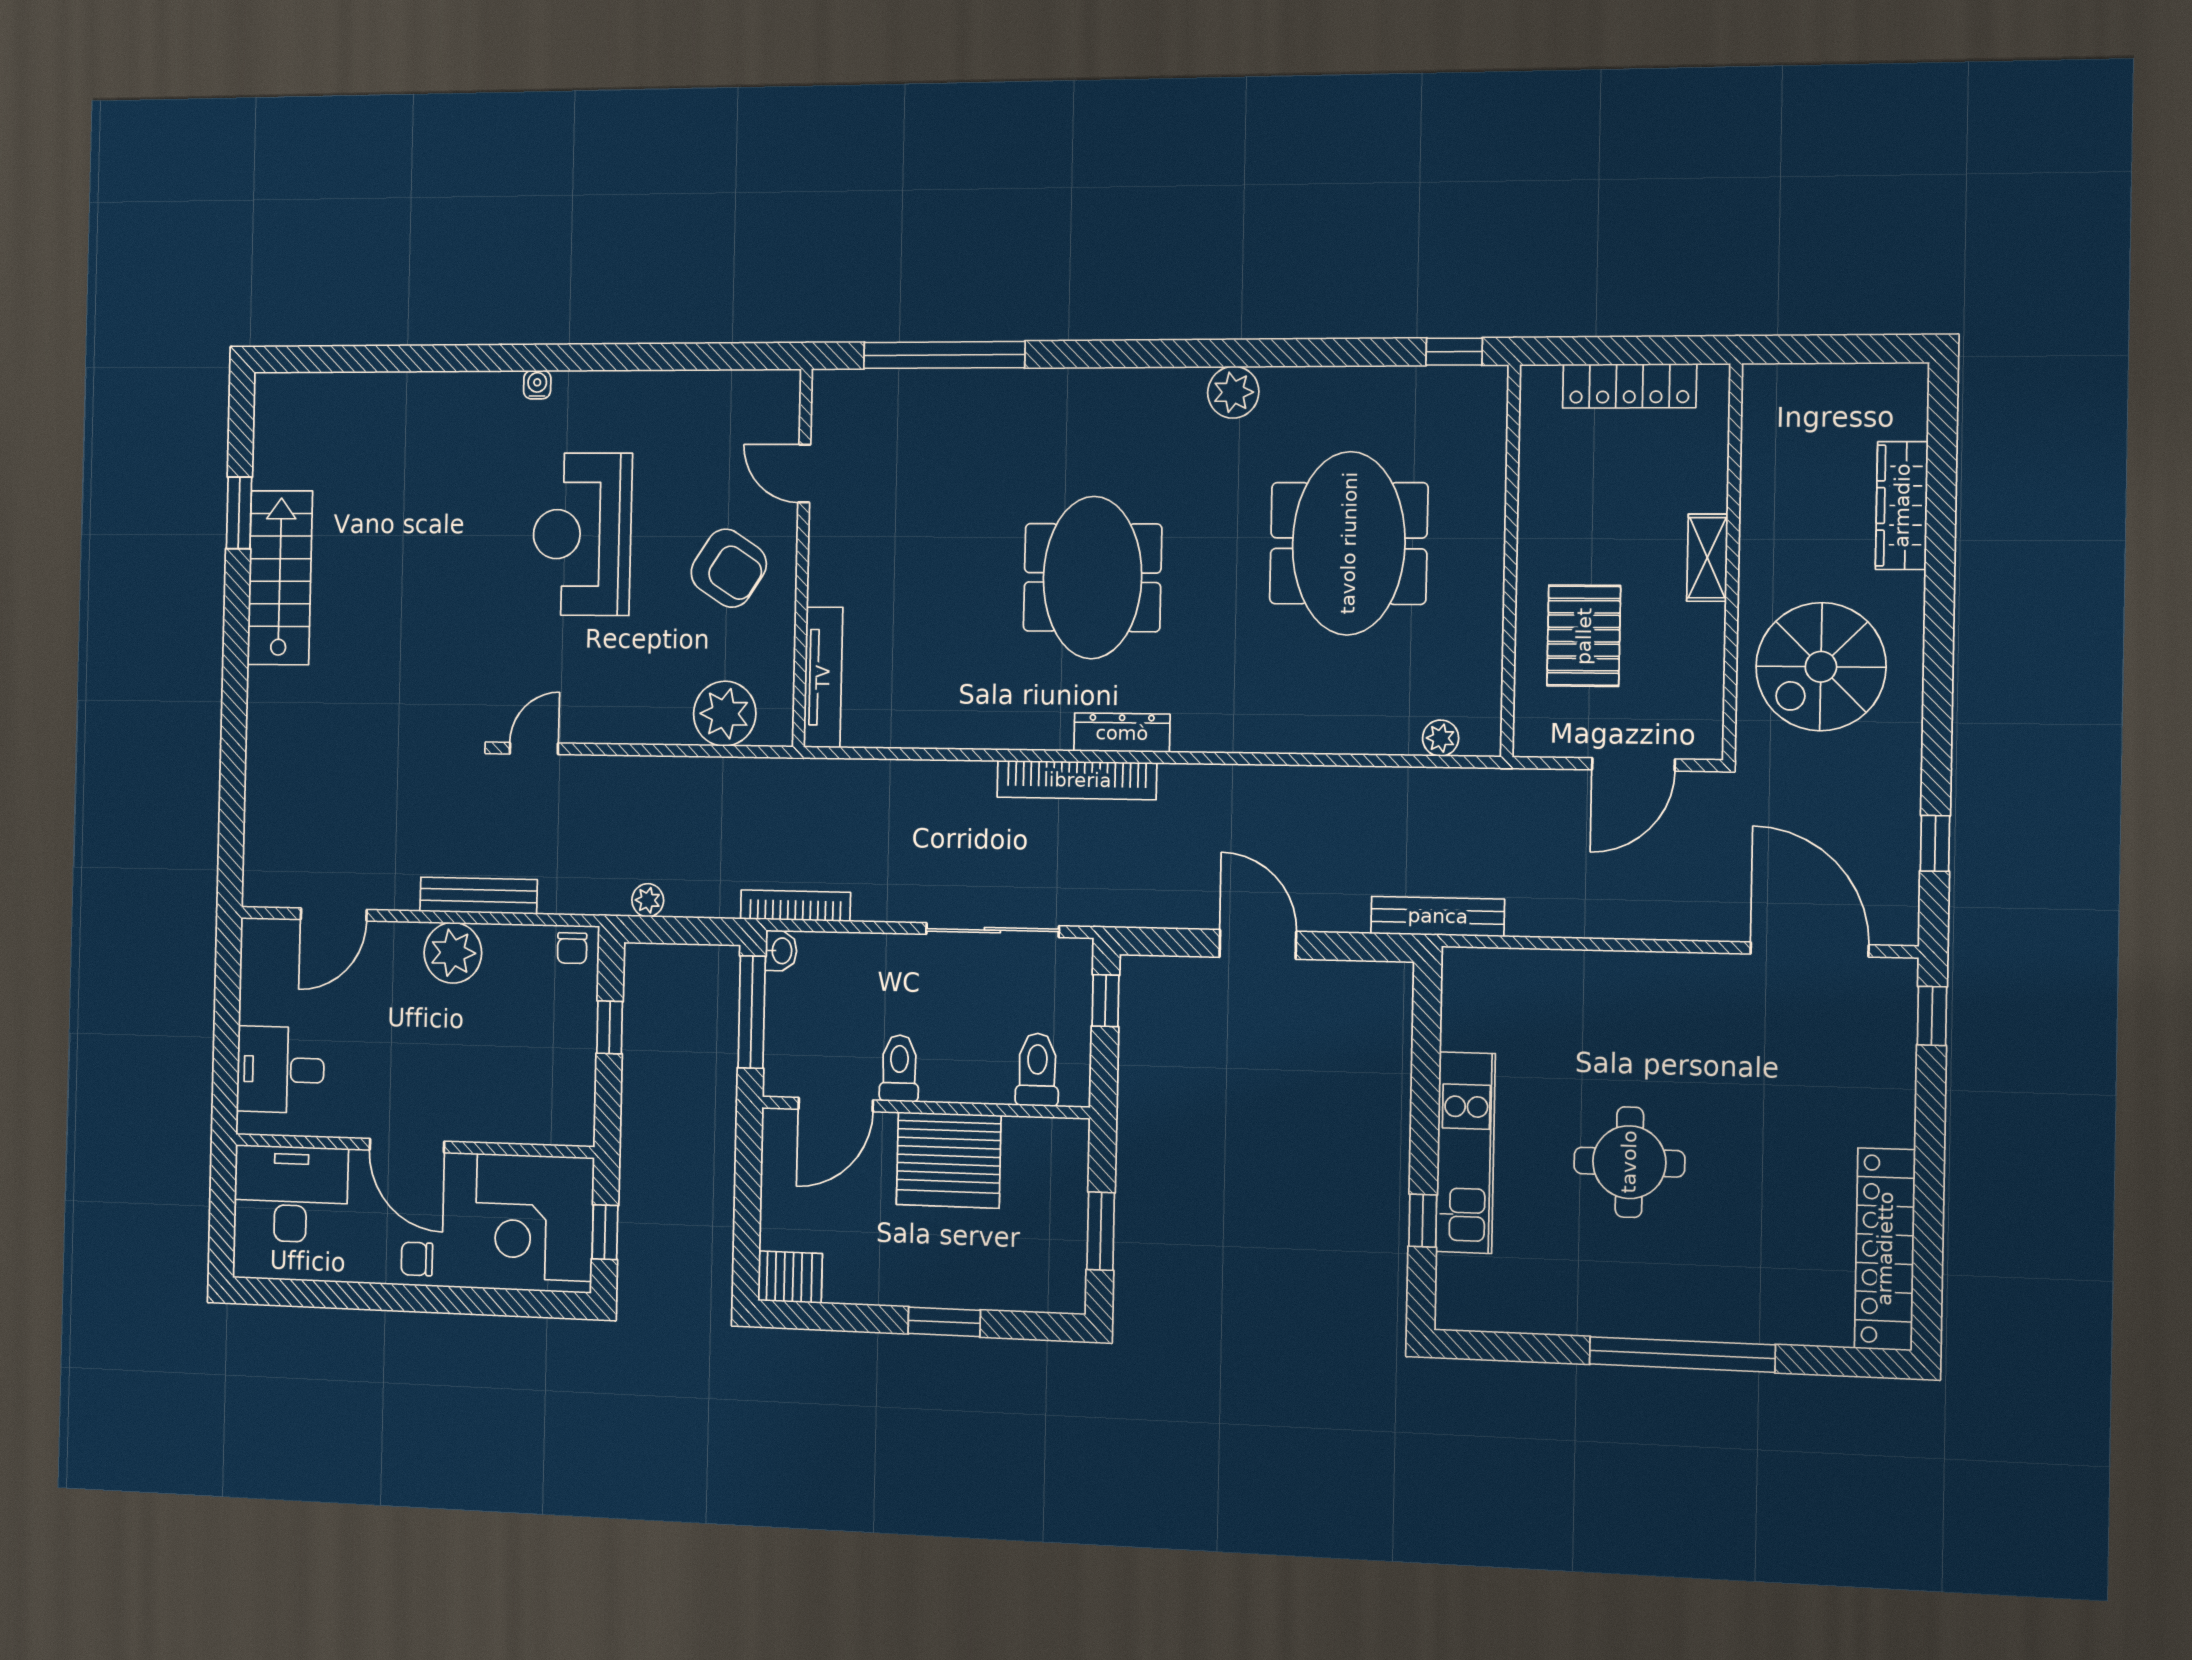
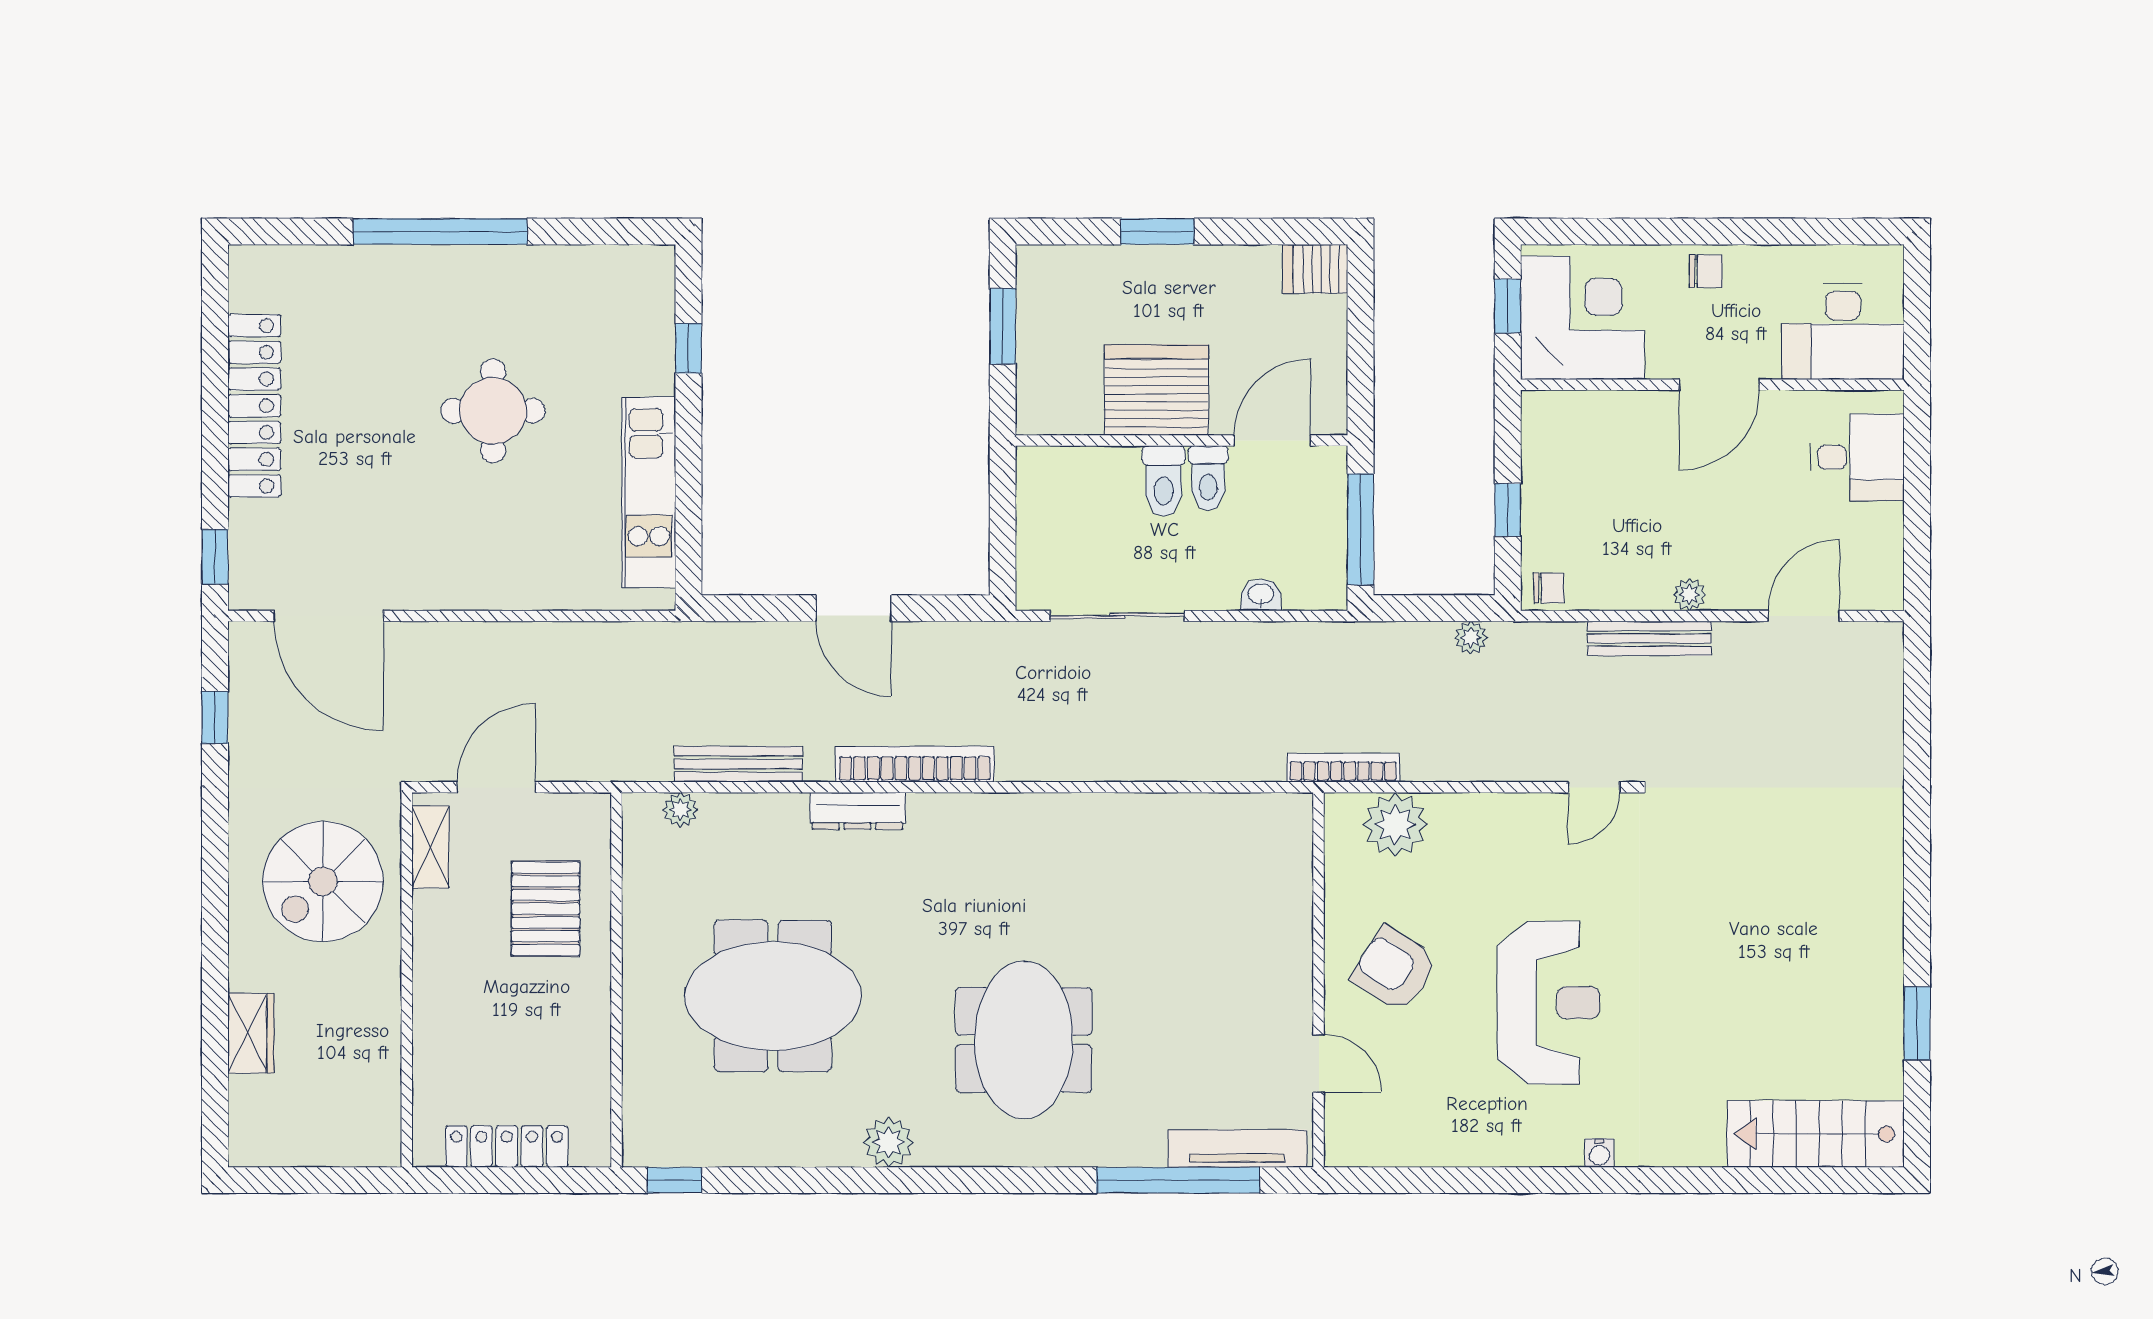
wardrobe: (1902, 506) -> (251, 1033), width x0.67
meeting table: (1349, 543) -> (773, 996), turned 90
shelving: (1707, 558) -> (430, 847), moved
stairs: (280, 578) -> (1816, 1134), moved, turned 90
meeting table: (1092, 578) -> (1024, 1040), moved
spiral stairs: (1821, 667) -> (323, 881), turned 180
tv unit: (823, 677) -> (1237, 1149), moved, turned 90
dresser: (1122, 733) -> (858, 811), moved
bookcase: (1077, 780) -> (915, 764), moved
bookcase: (795, 906) -> (1343, 768), moved, turned 180
bench: (1438, 916) -> (738, 764), moved
chair: (572, 948) -> (1549, 588), turned 90
washbasin: (781, 951) -> (1261, 595), moved, turned 90
plant: (453, 953) -> (1689, 595), width x0.53, depth x0.53
window: (1105, 1001) -> (1003, 550), removed
toilet: (1037, 1070) -> (1164, 481), moved
door: (407, 1146) -> (1719, 385), swing flipped
kitchen unit: (1465, 1153) -> (649, 492), moved
locker: (1885, 1249) -> (254, 406), moved

